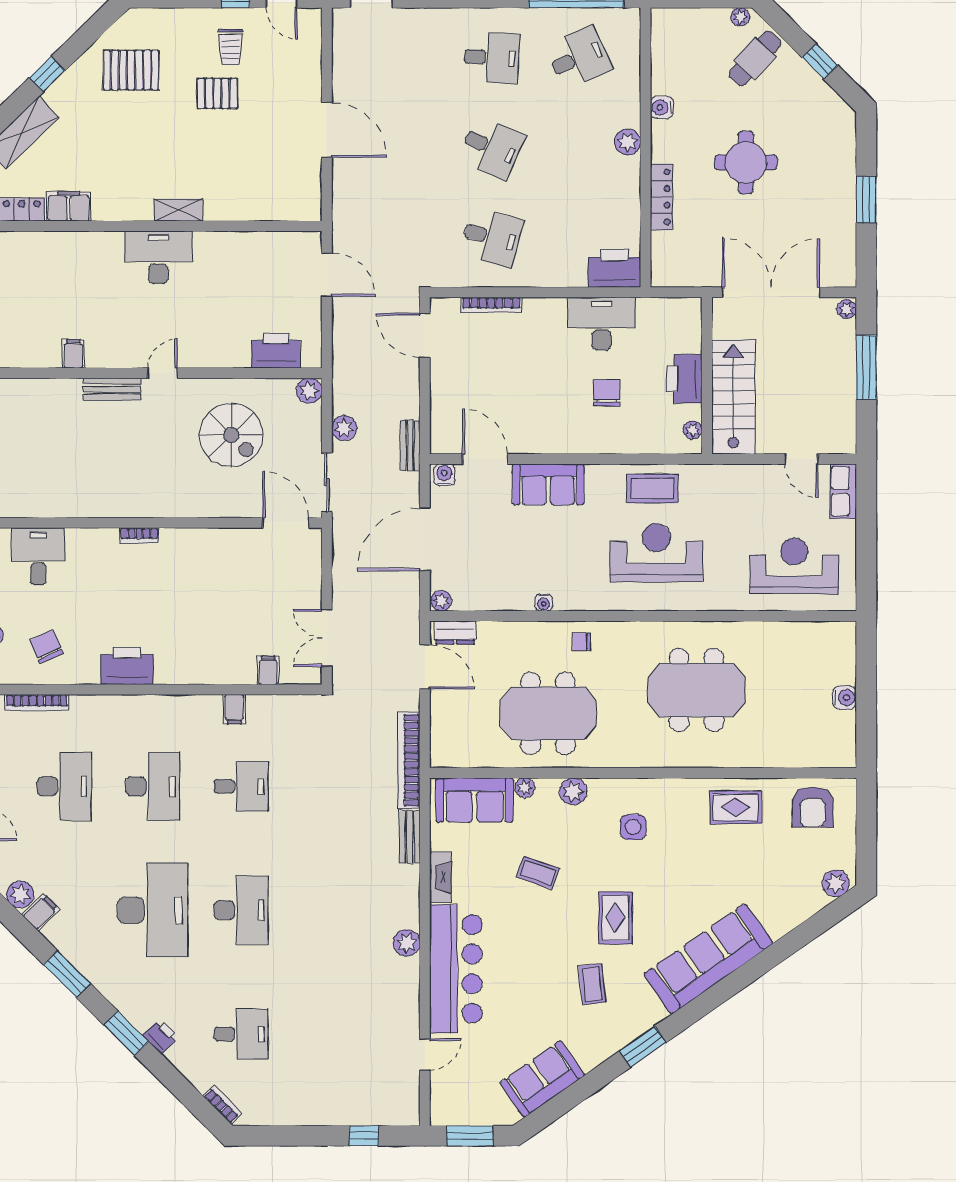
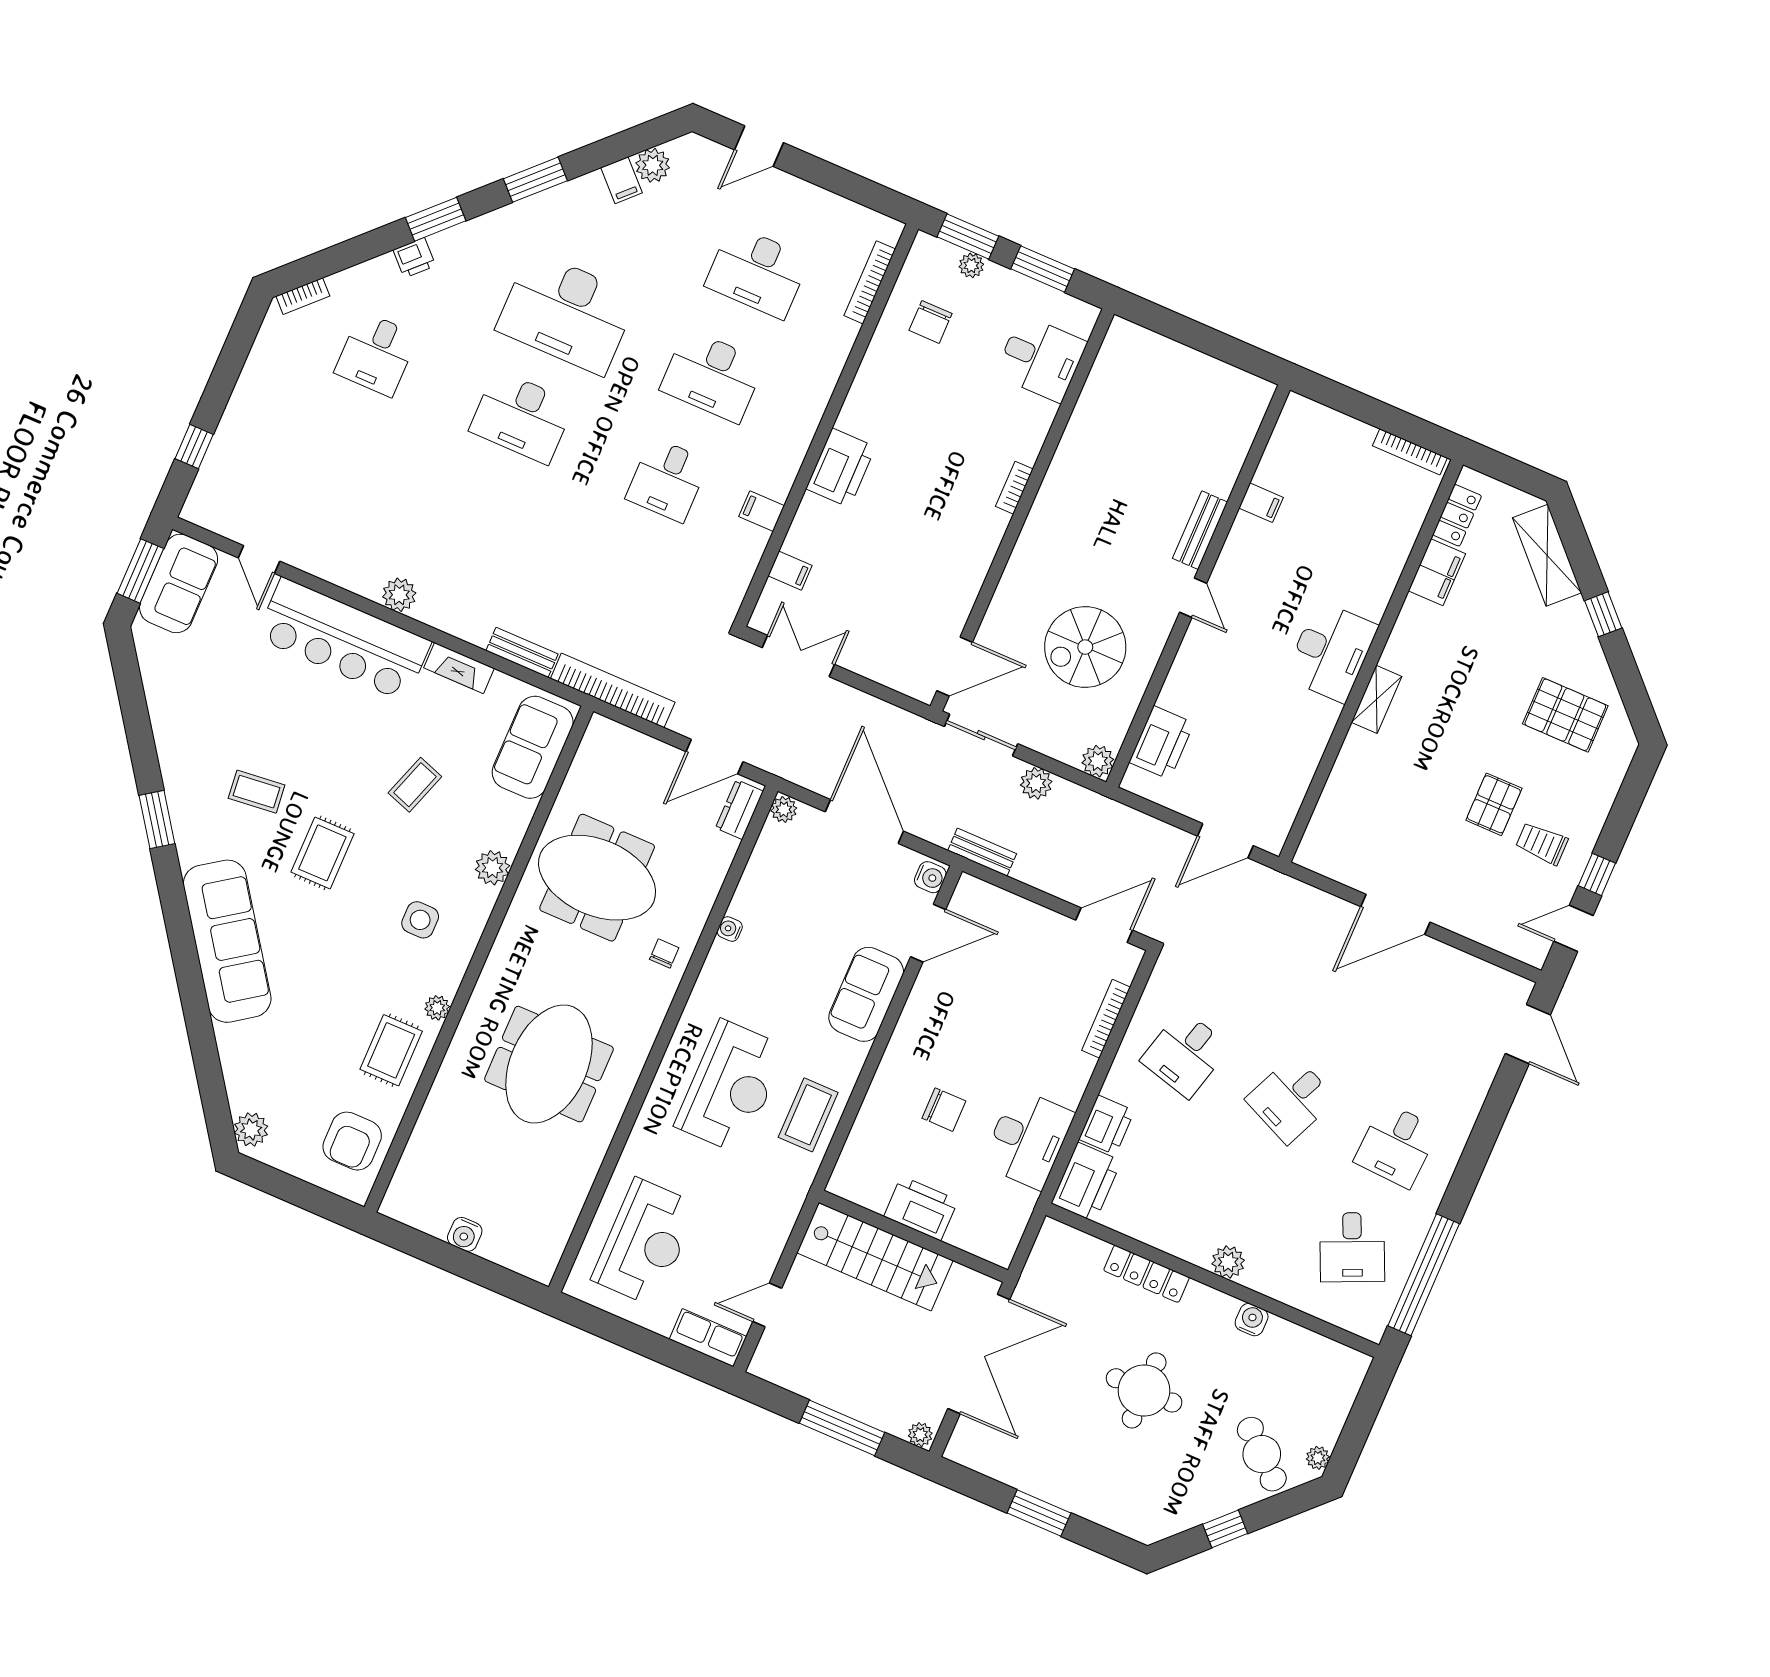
pallet: (131, 70) -> (1565, 715), turned 90
printer: (567, 272) -> (1107, 1125), added
plant: (693, 430) -> (857, 1192), removed
chair: (46, 647) -> (930, 322), turned 114
printer: (127, 666) -> (841, 468), moved
meeting table: (548, 713) -> (597, 878), turned 90
plant: (525, 788) -> (437, 1008), moved
armchair: (813, 807) -> (352, 1141), turned -90
rug: (615, 918) -> (322, 853), turned 90
sofa: (542, 1079) -> (179, 583), moved, turned 35

